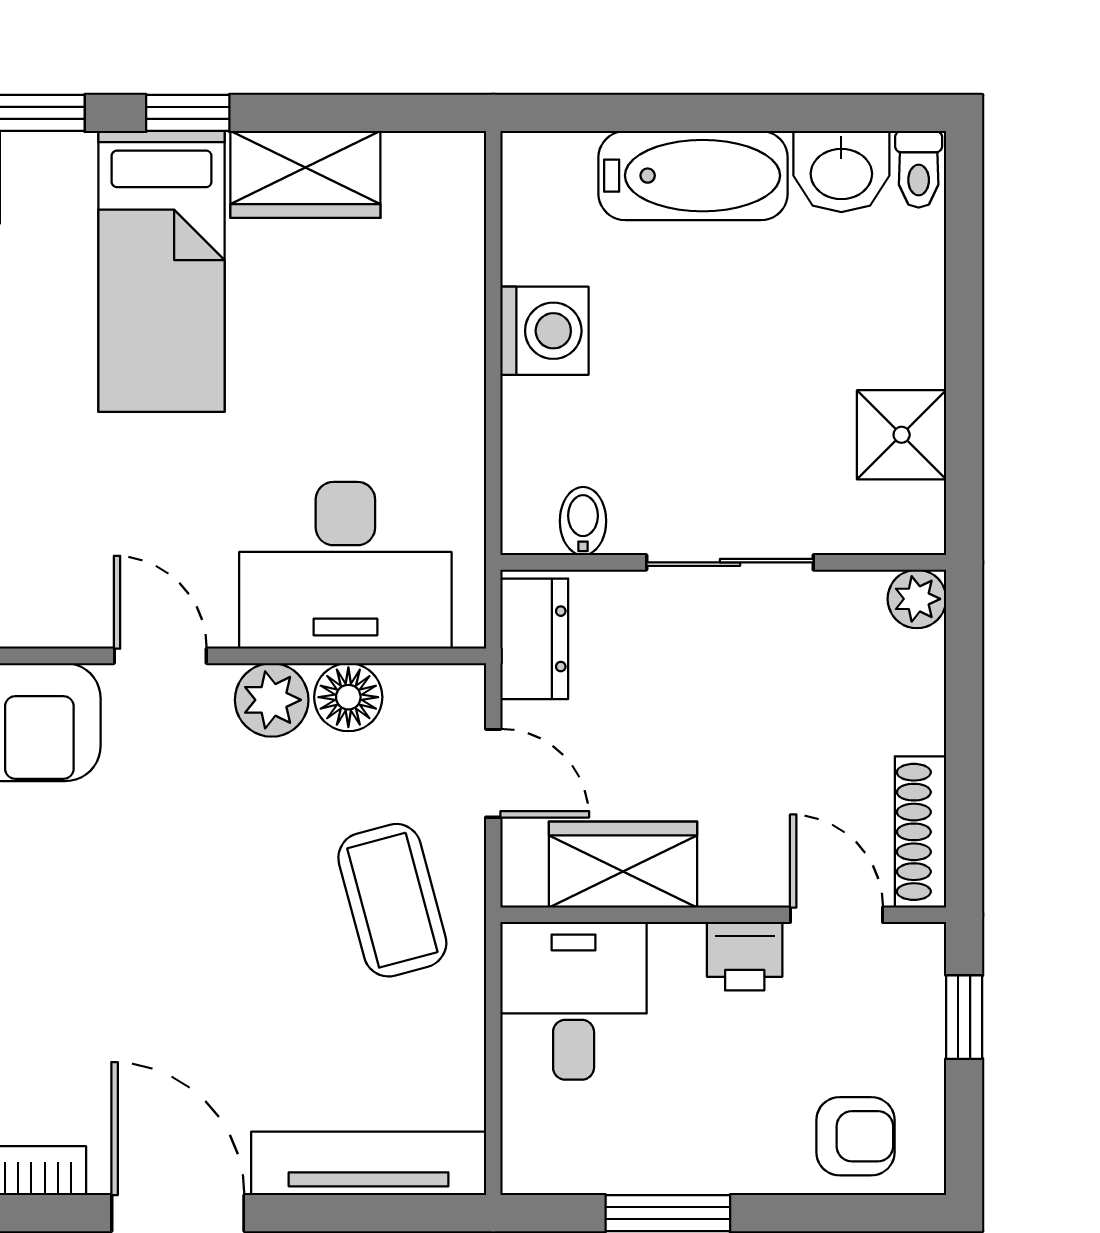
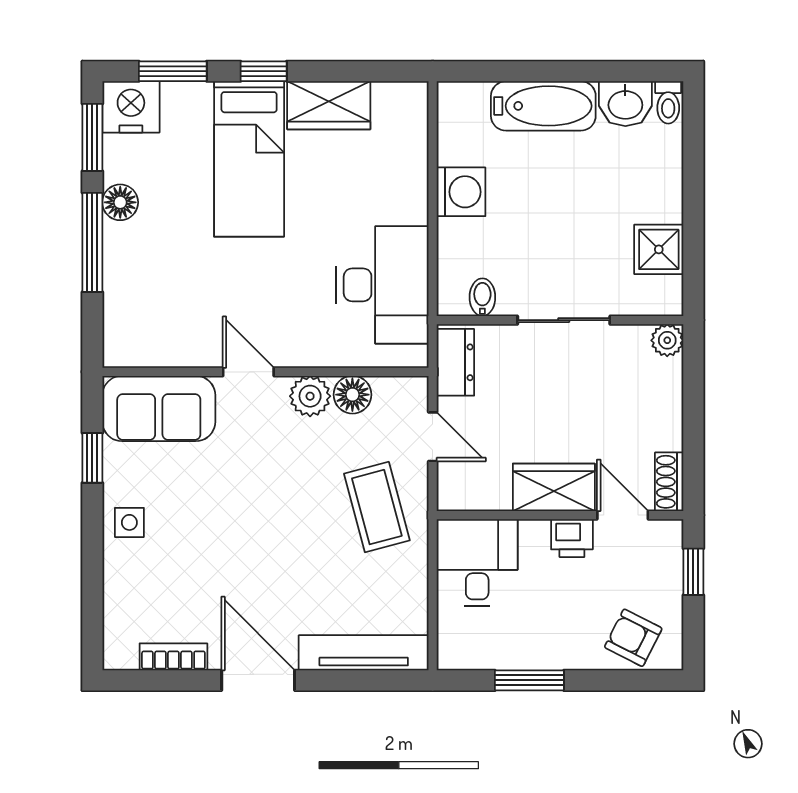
desk: (345, 565) -> (383, 285), moved, turned -90
shoe rack: (920, 832) -> (669, 482), width x0.70
wardrobe: (623, 865) -> (554, 487), moved
armchair: (855, 1136) -> (633, 638), turned -153

